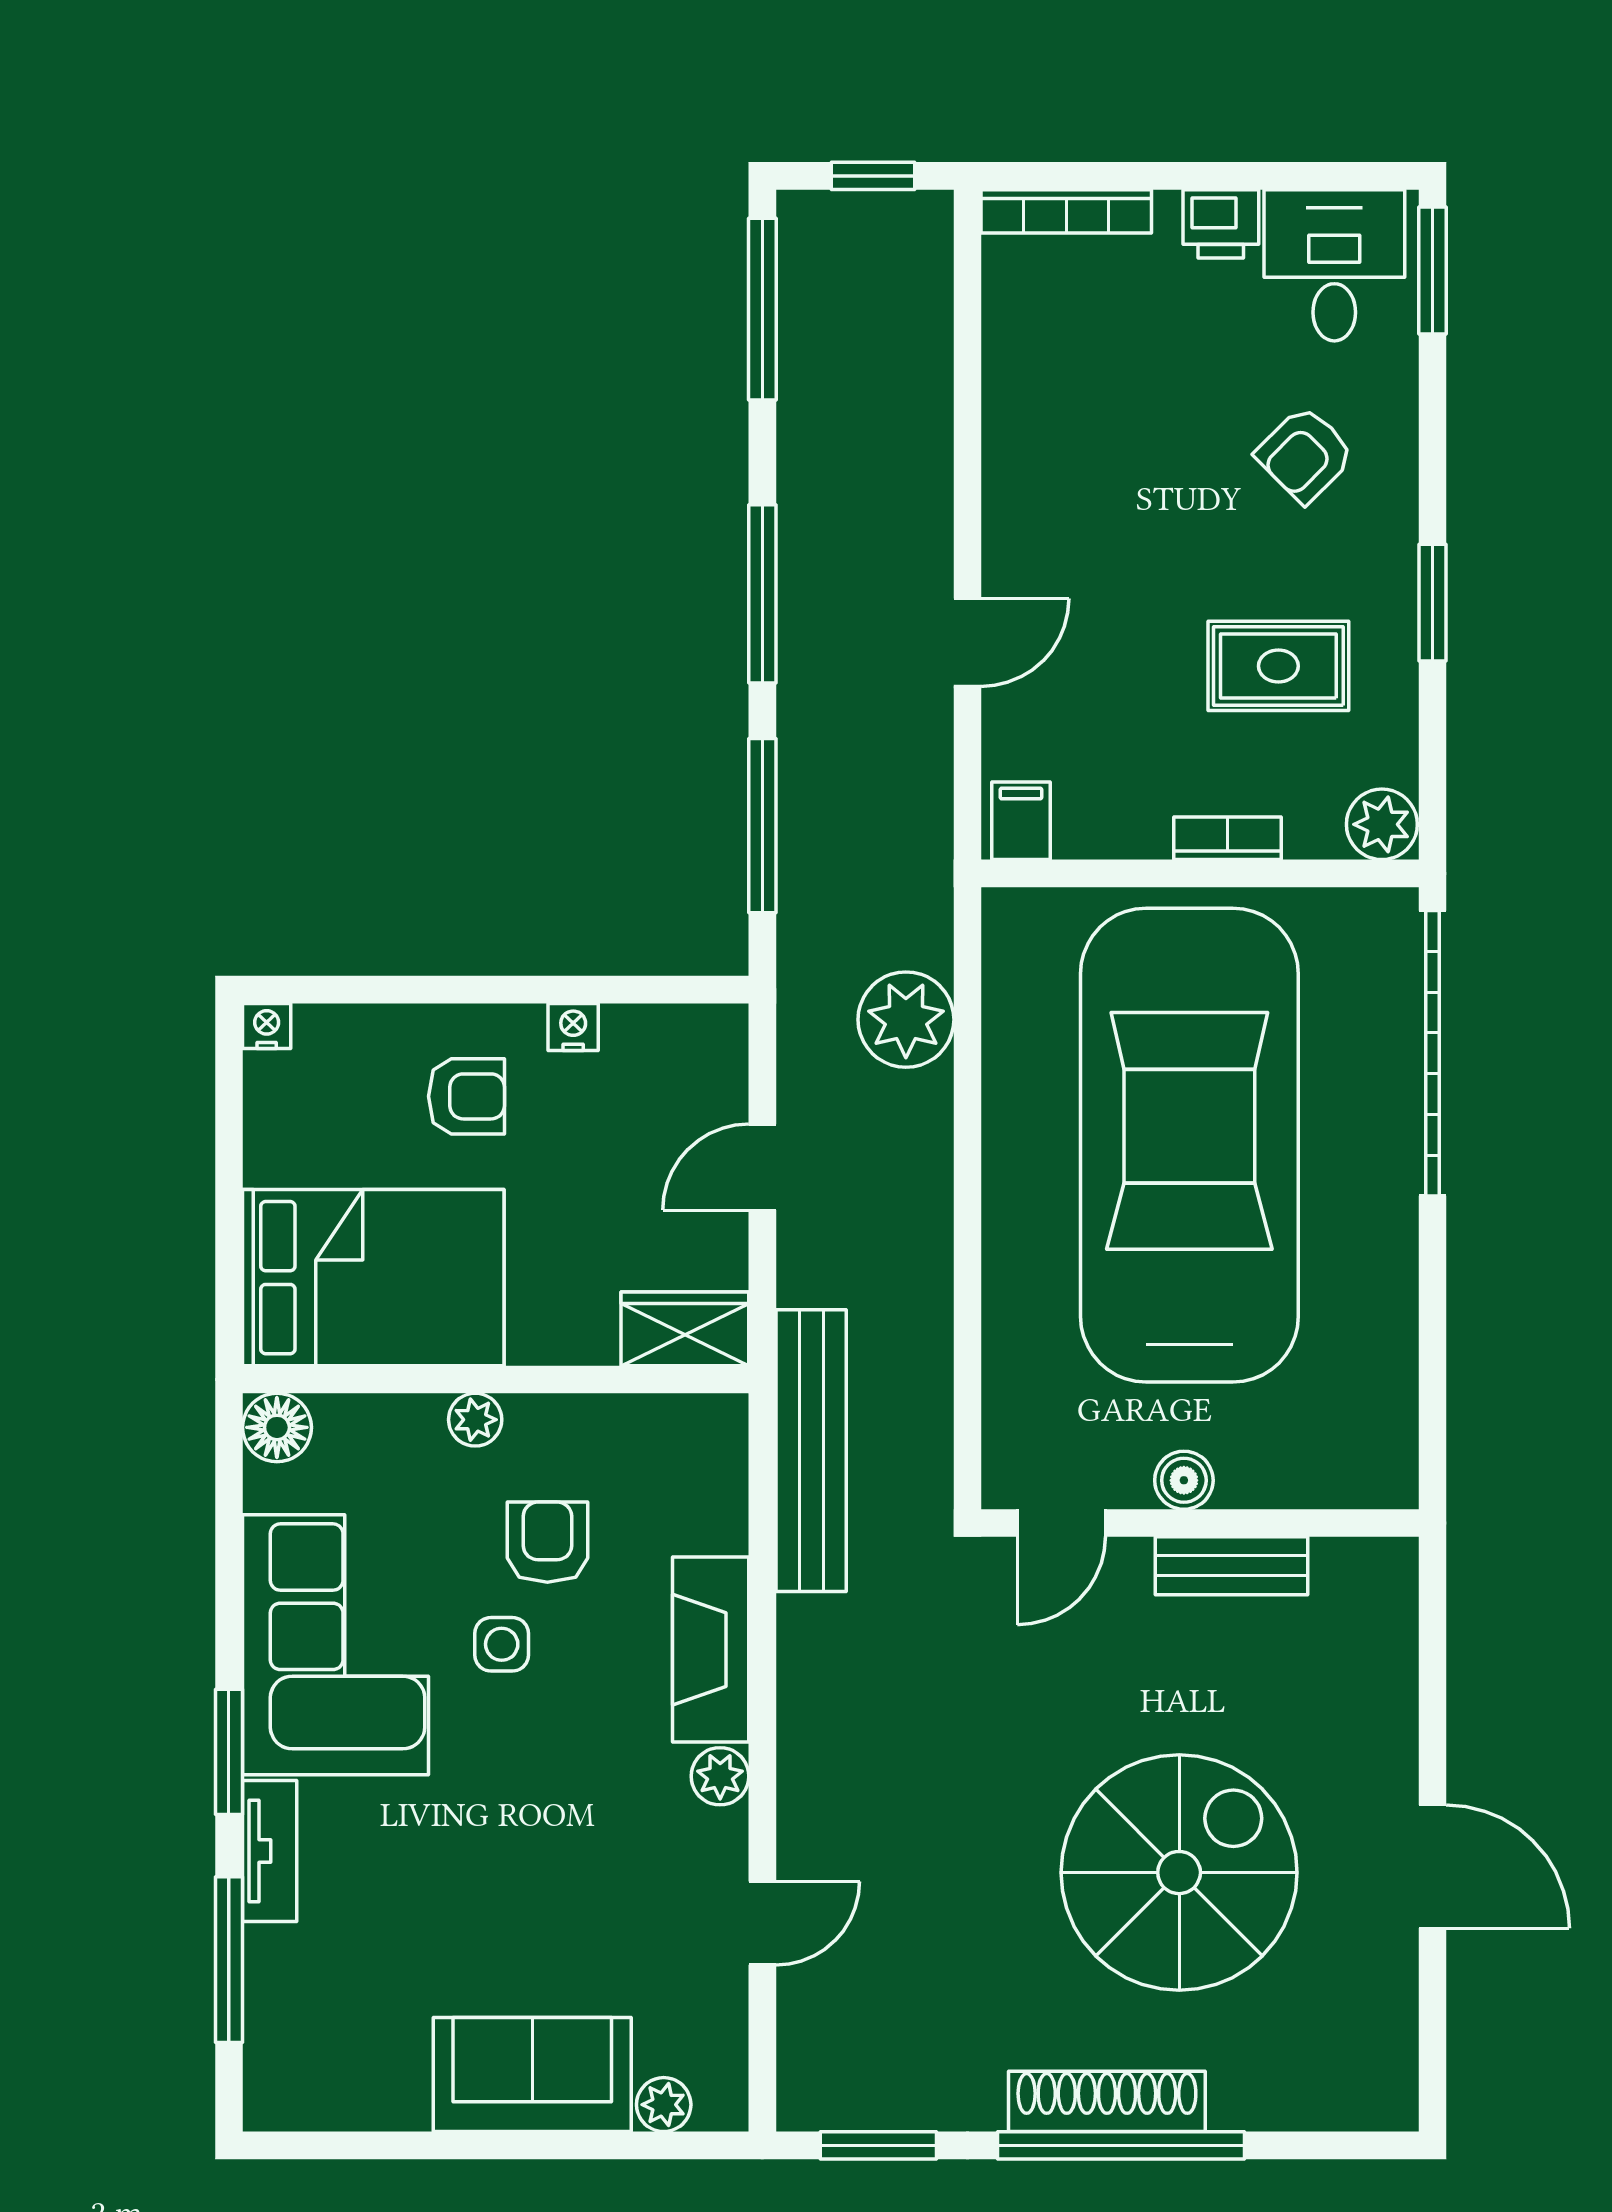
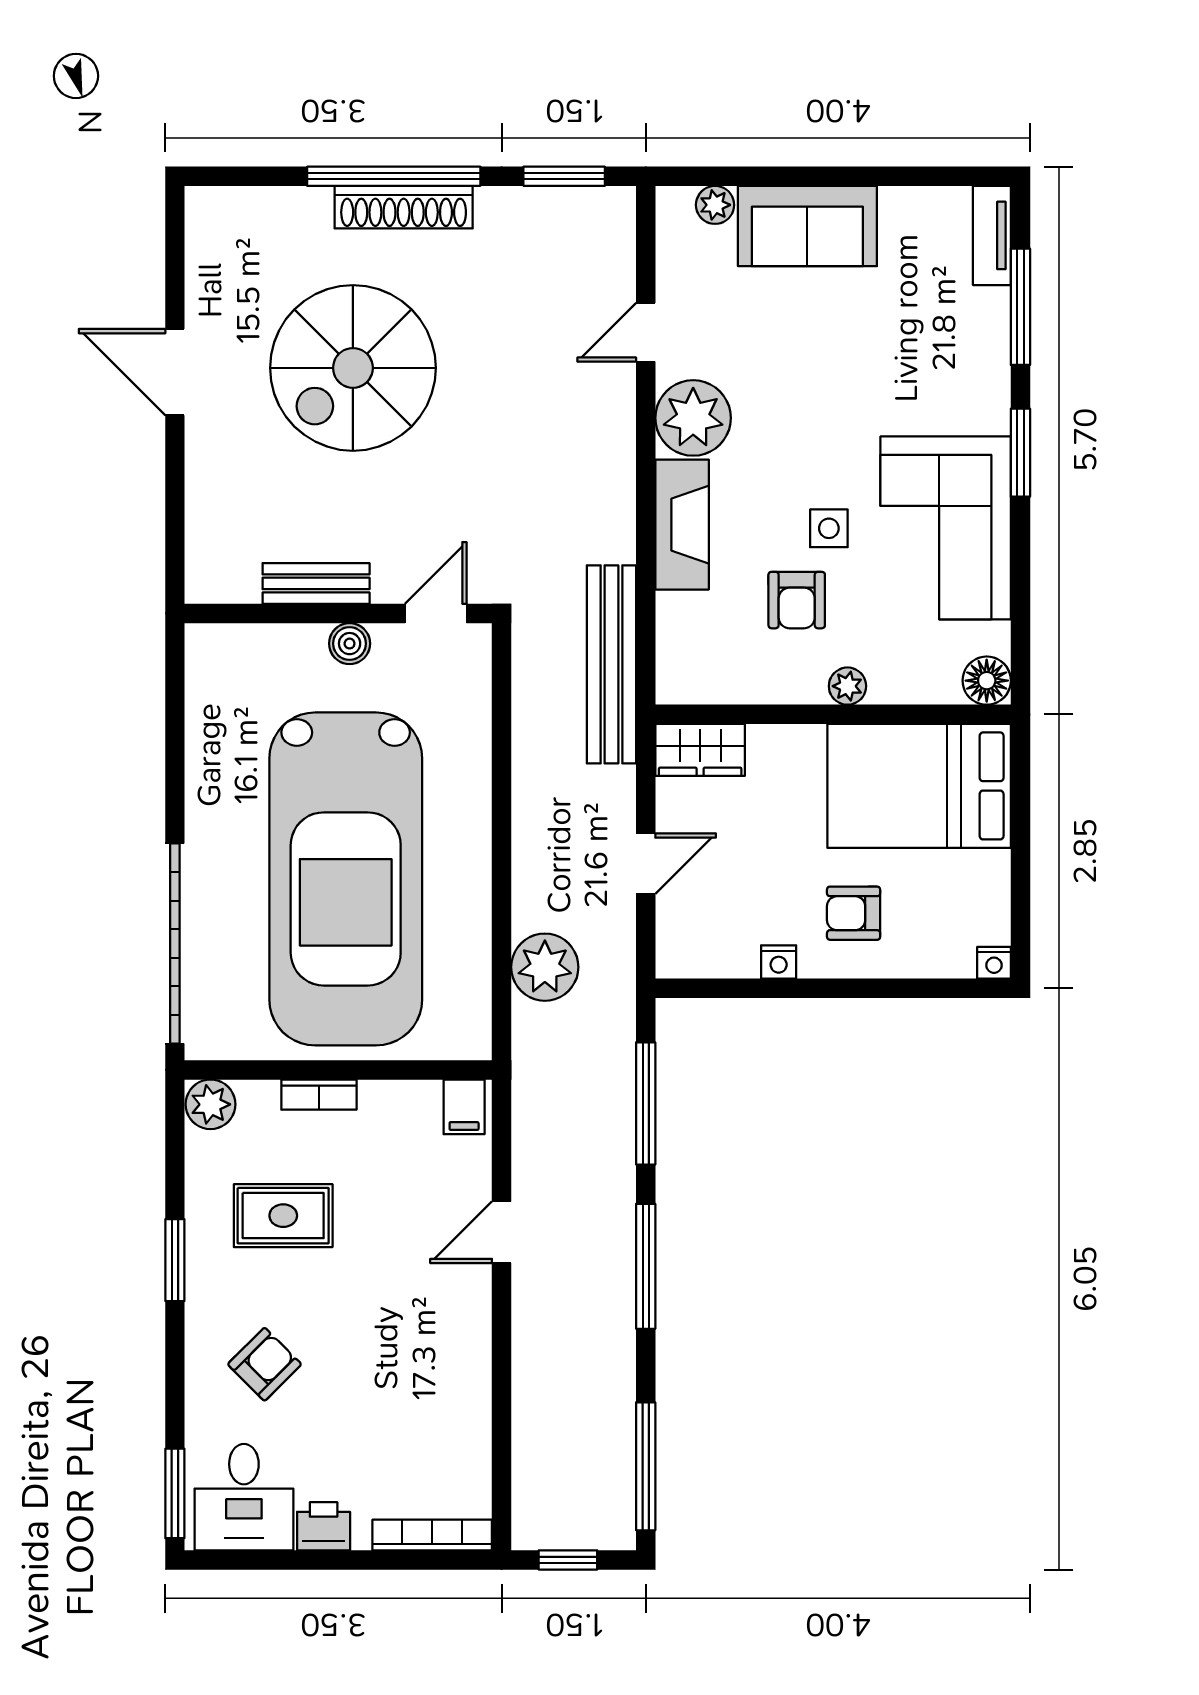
plant: (720, 1776) -> (693, 418), width x1.87, depth x1.87
tv unit: (270, 1851) -> (992, 235), moved

